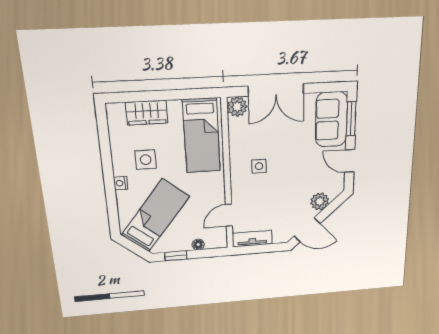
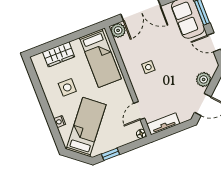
nightstand: (121, 183) -> (60, 122), moved
floor lamp: (198, 245) -> (141, 134), moved

